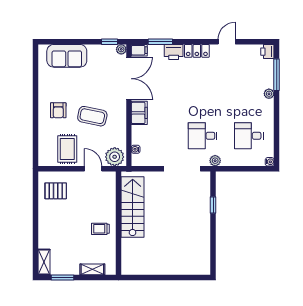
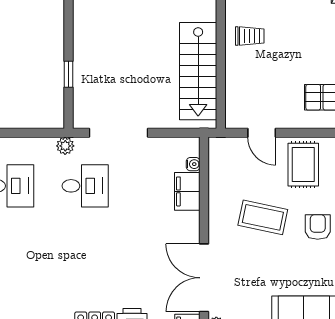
filing cabinet: (139, 113) -> (187, 191), moved
plant: (115, 157) -> (227, 152), removed

